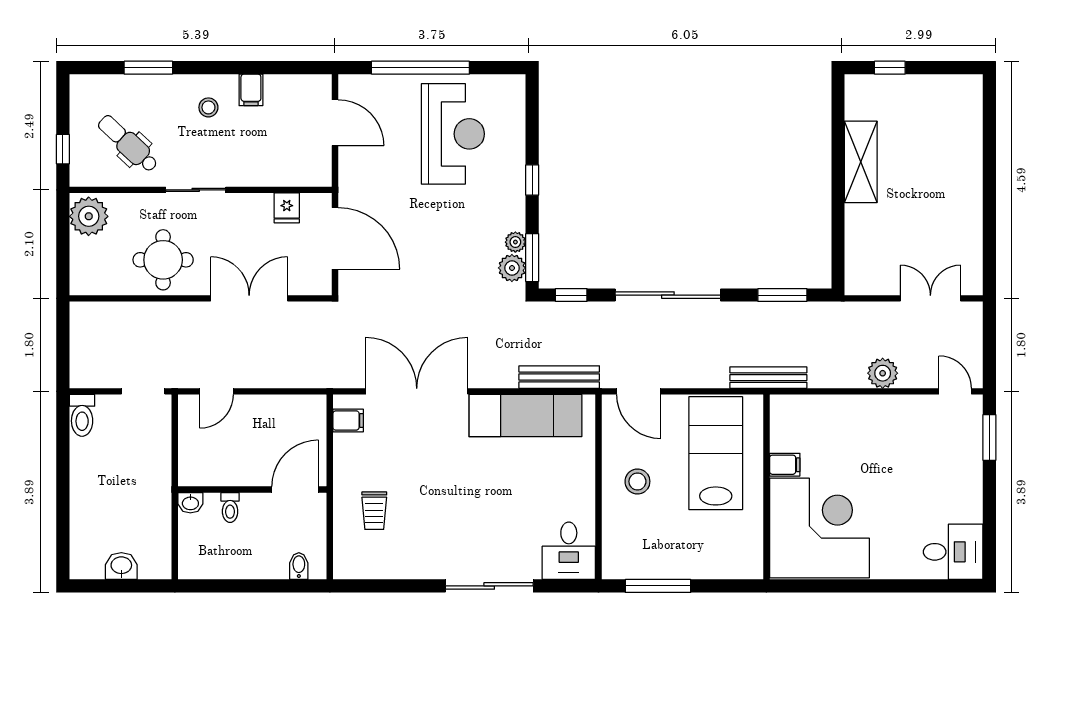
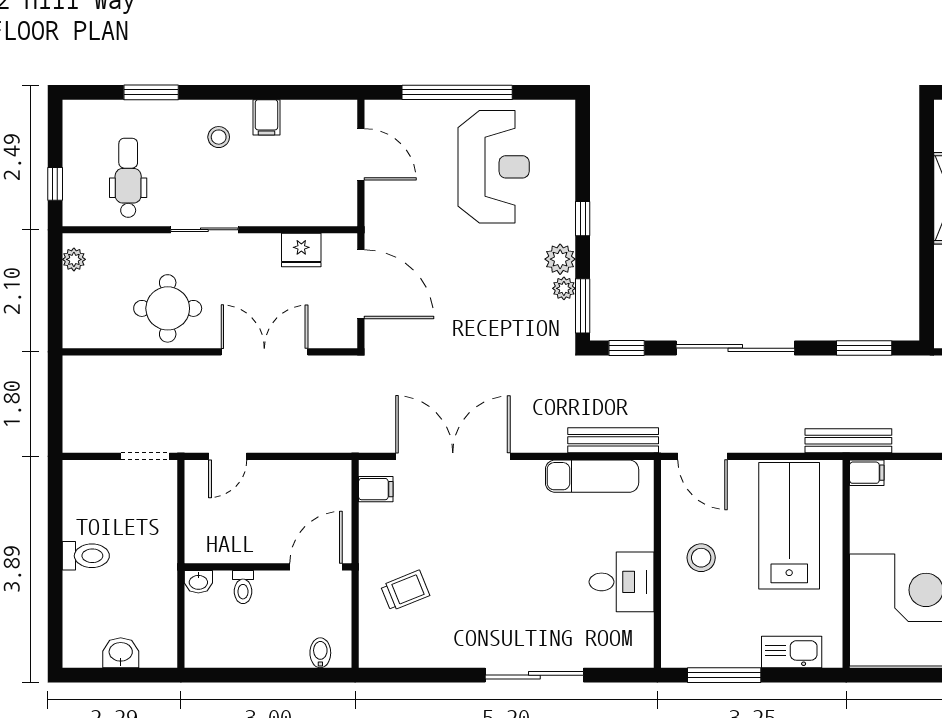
dental chair: (128, 144) -> (128, 178), turned 47
fridge: (287, 208) -> (301, 250), width x1.38
plant: (89, 216) -> (74, 259), width x0.53, depth x0.53
plant: (512, 268) -> (560, 259), moved
toilet: (82, 415) -> (86, 556), moved, turned -90
exam couch: (525, 416) -> (592, 476), width x0.73, depth x0.69
filing cabinet: (785, 465) -> (867, 473), moved
trolley: (374, 511) -> (405, 591), turned -112
desk: (569, 551) -> (622, 582), moved, turned -90
kitchen sink: (718, 565) -> (792, 652), added

